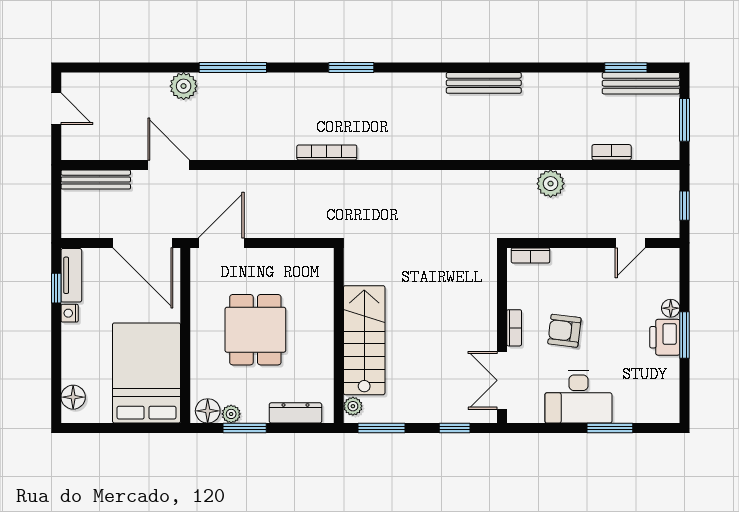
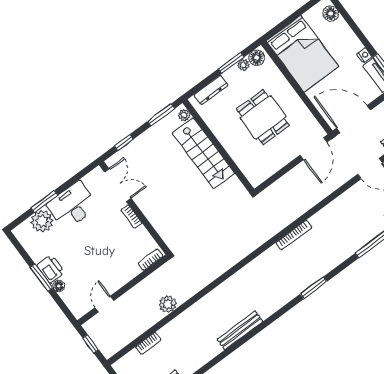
armchair: (564, 331) -> (105, 234), removed
plant: (631, 406) -> (42, 221), added

